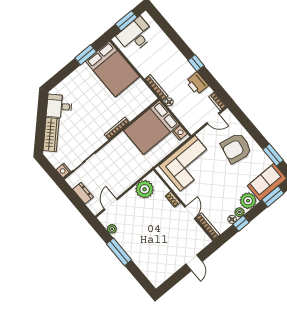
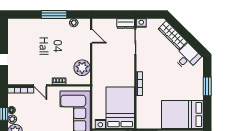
window: (86, 55) -> (207, 86), moved
dresser: (83, 193) -> (126, 23), moved

